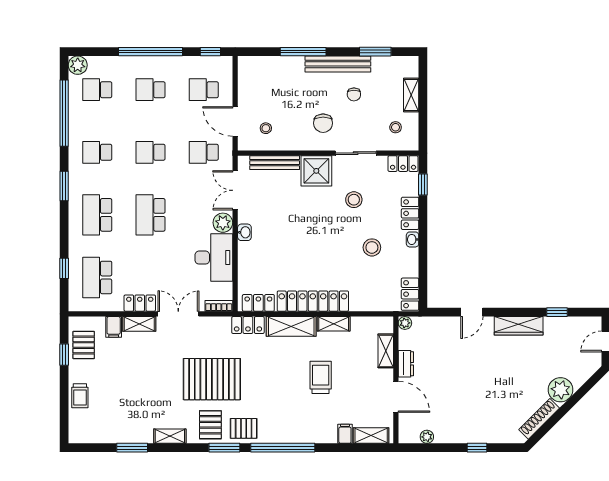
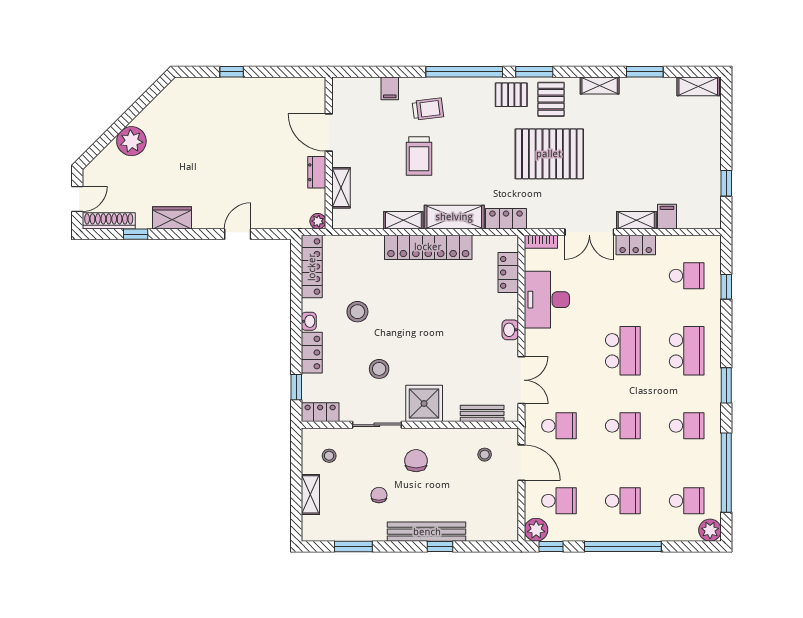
window: (303, 52) -> (440, 546), width x0.46
bench: (338, 64) -> (427, 532), moved
bench: (275, 163) -> (482, 413), width x0.73
plant: (223, 223) -> (536, 530), moved
school desk: (97, 277) -> (687, 276), width x0.54
locker: (410, 294) -> (312, 267), width x1.53
locker: (258, 303) -> (508, 272), moved, turned 90
wardrobe: (519, 326) -> (172, 218), width x0.67
pallet: (84, 345) -> (703, 195), removed
trolley: (80, 396) -> (428, 109), moved, turned 83
shoe rack: (539, 419) -> (109, 221), moved, turned -135
shelving: (371, 435) -> (698, 86), moved
plant: (427, 437) -> (292, 85), removed

